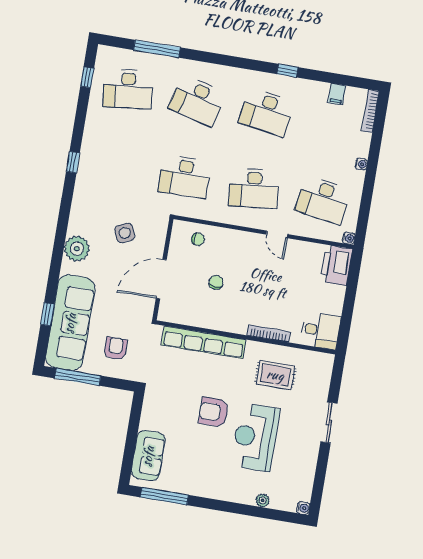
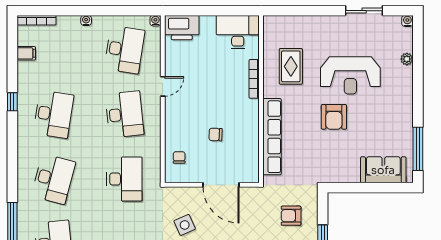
desk: (321, 331) -> (238, 32), width x1.37
sliding door: (329, 423) -> (364, 11), moved

